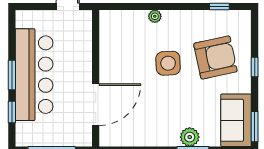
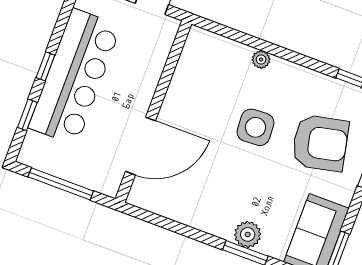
window: (12, 75) -> (45, 66), width x0.67

